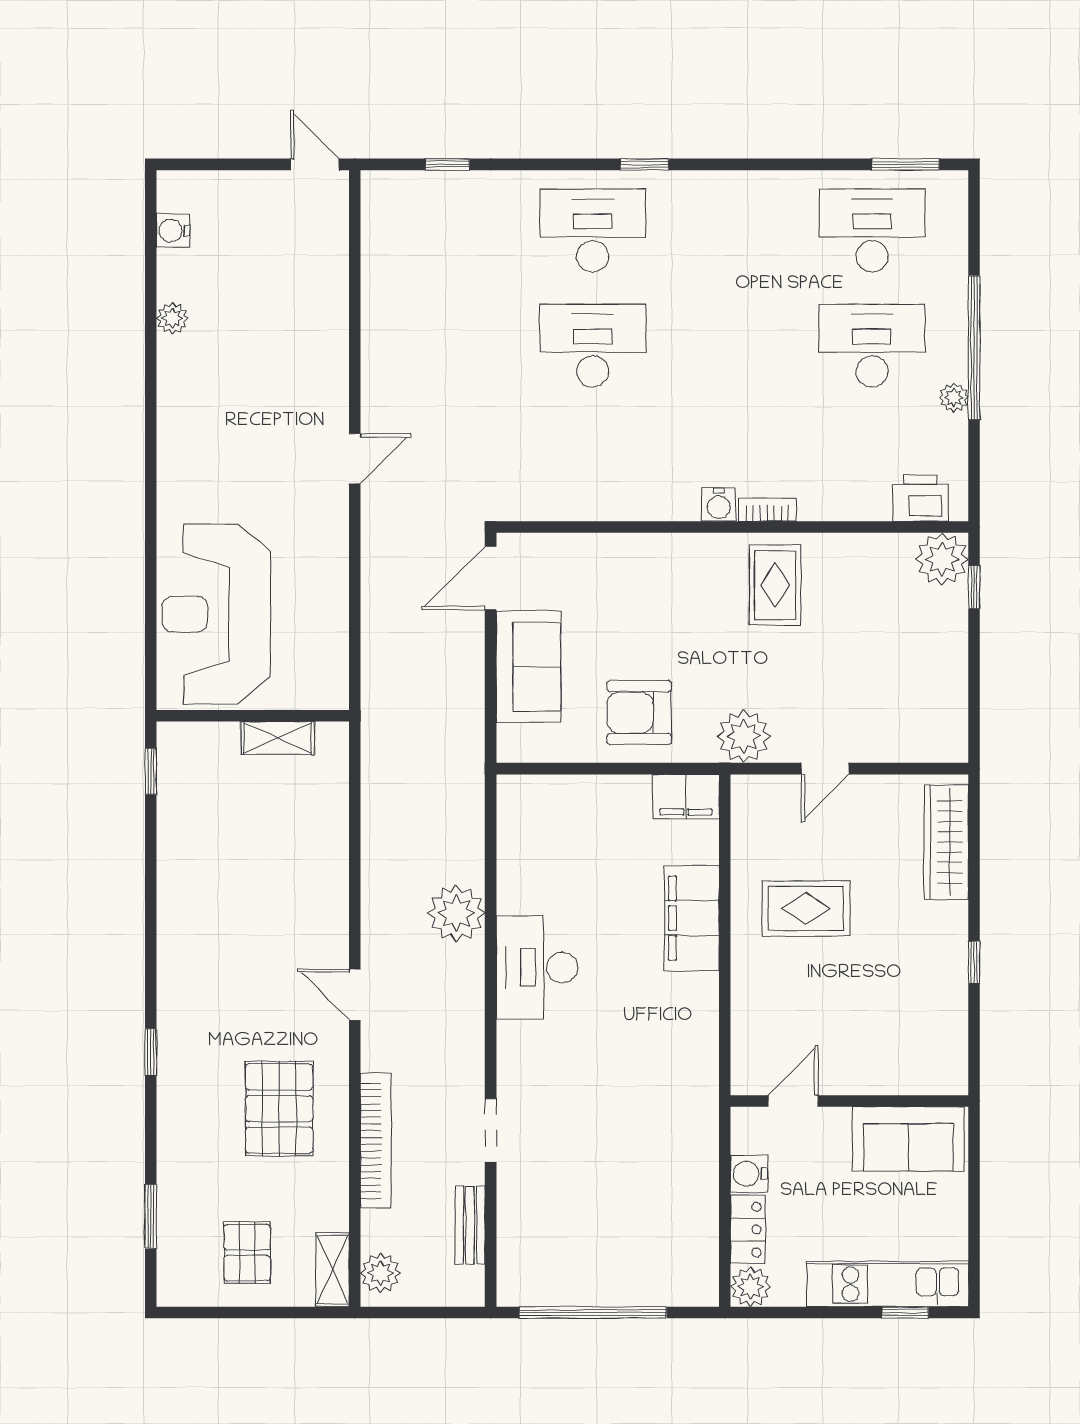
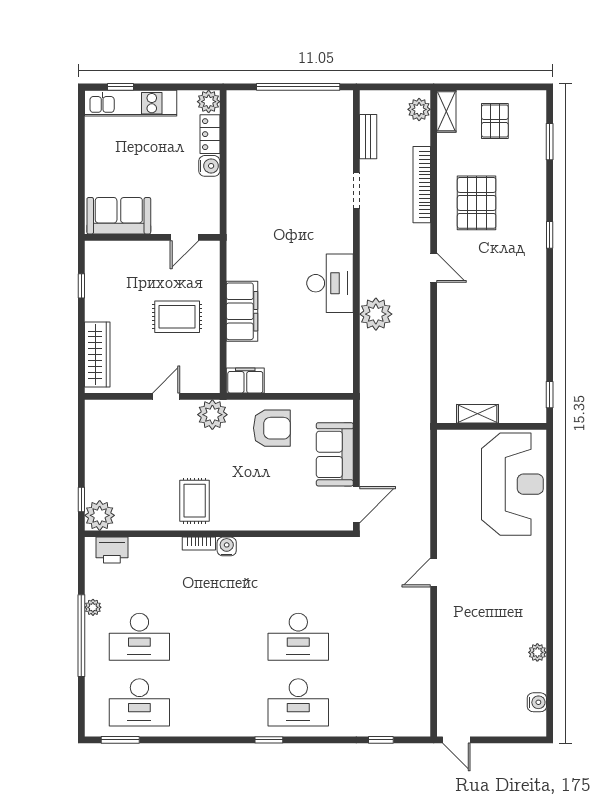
door: (793, 1101) -> (184, 237), moved
wall: (849, 1101) -> (152, 237), moved
sofa: (908, 1139) -> (119, 216), moved

